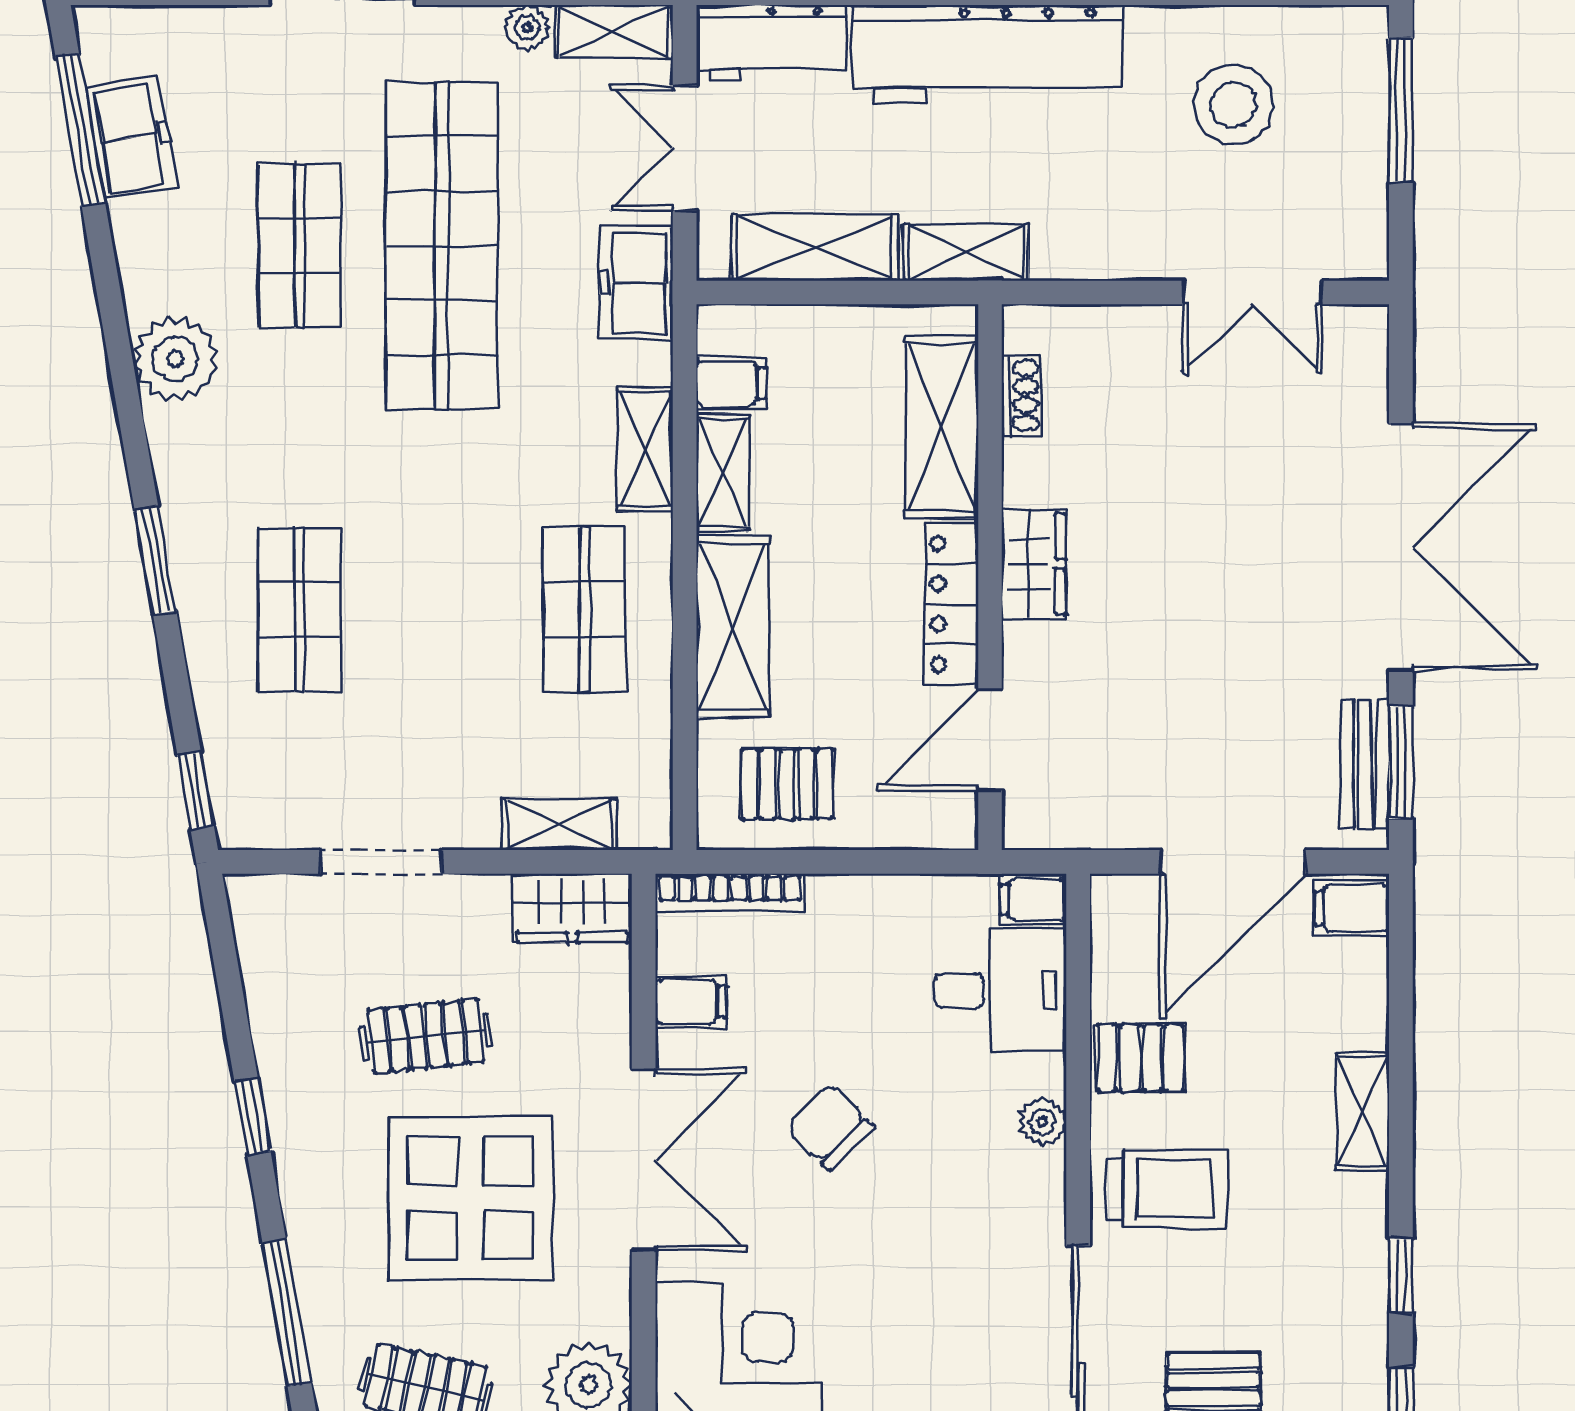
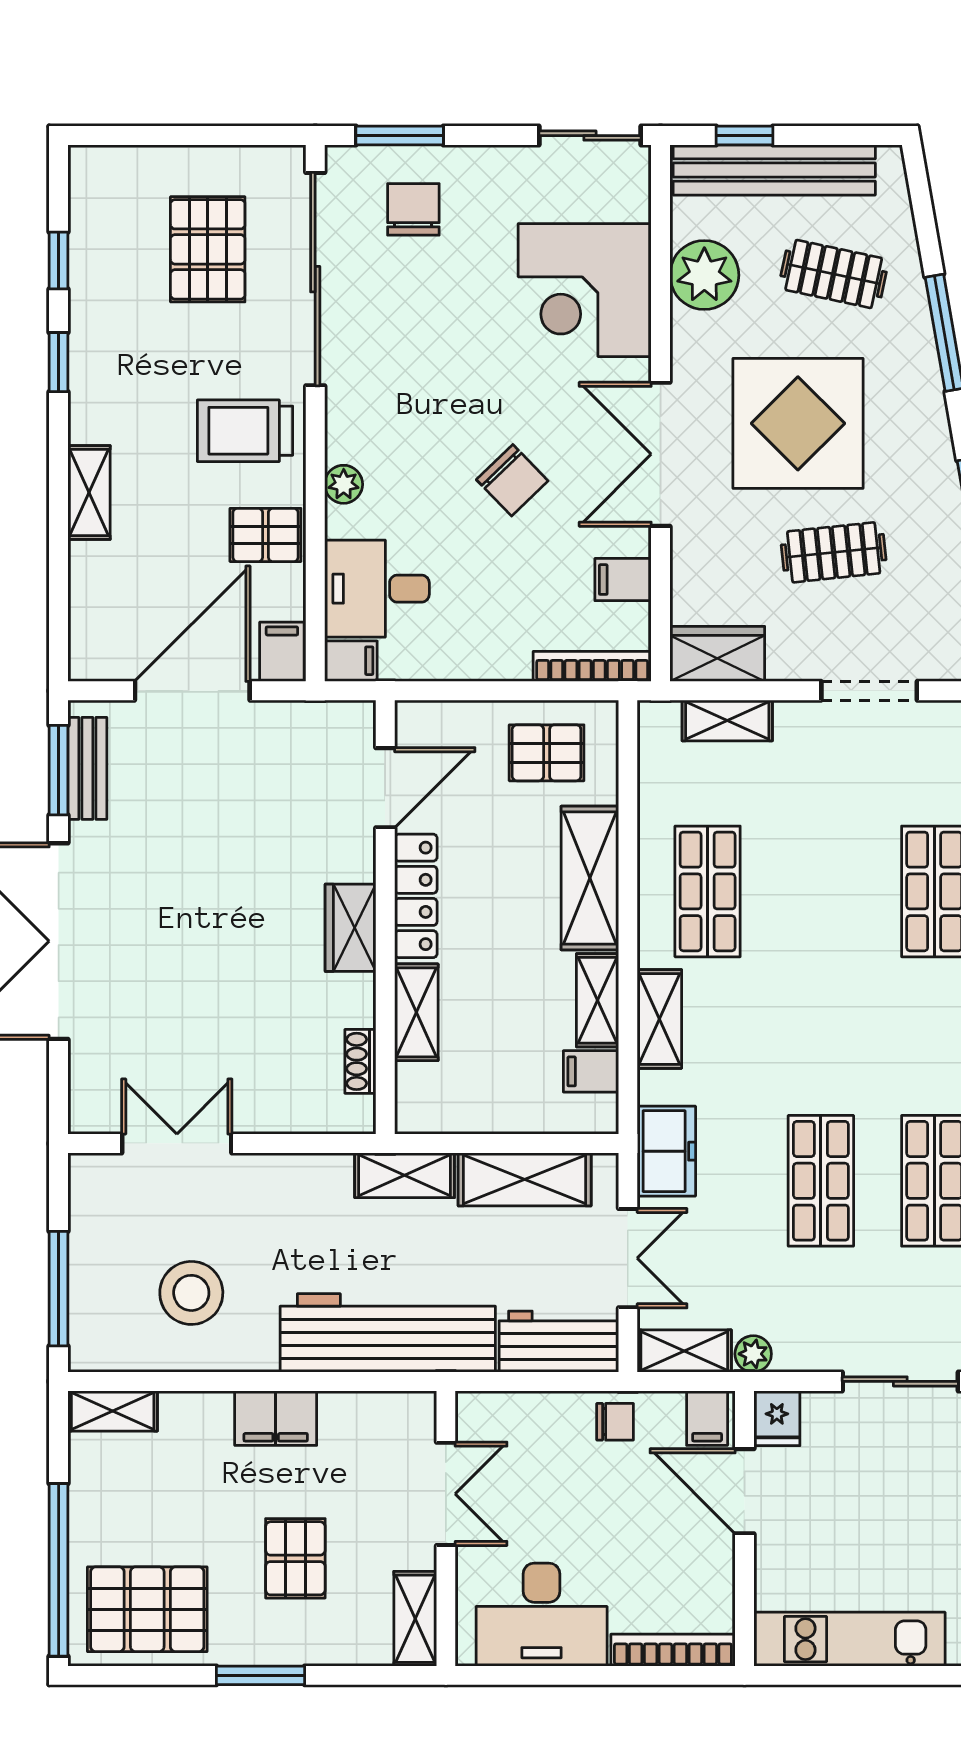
shop shelf: (442, 245) -> (821, 1181), width x0.50, depth x0.74
shelving: (942, 427) -> (416, 1012), width x0.67, depth x0.75
filing cabinet: (1352, 908) -> (282, 652), moved, turned -90

